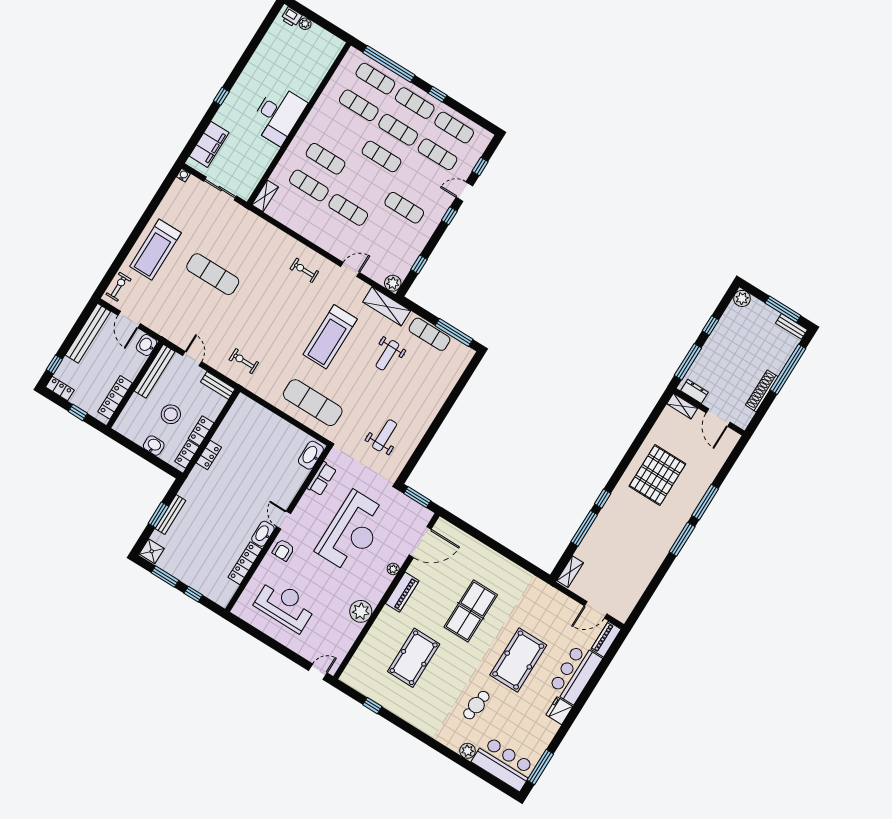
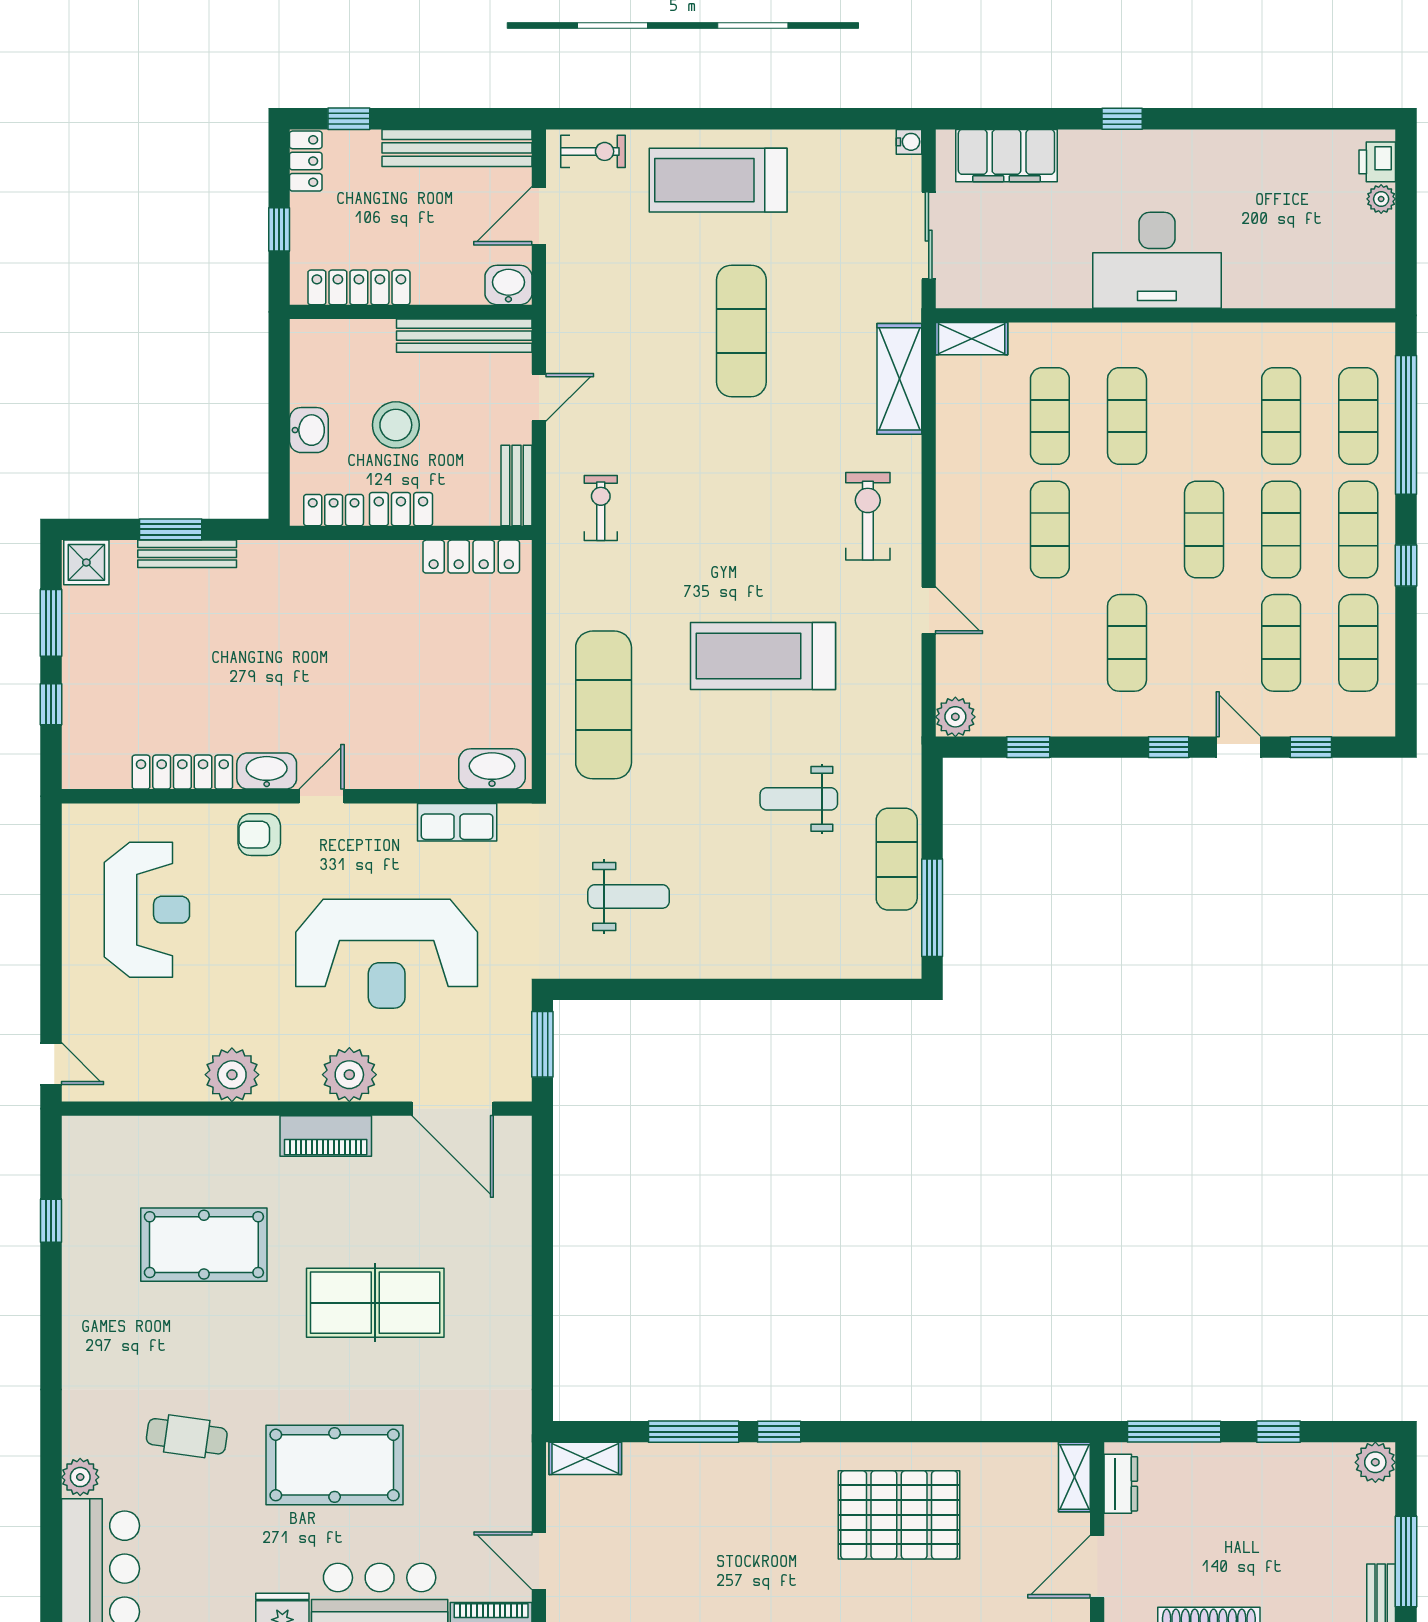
exercise bike: (304, 270) -> (868, 516), width x1.38, depth x1.39
shelving: (387, 306) -> (899, 379), moved
locker: (209, 455) -> (471, 557), moved, width x1.53
plant: (393, 569) -> (349, 1075), width x1.87, depth x1.87

